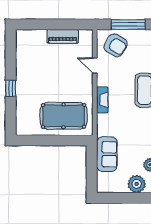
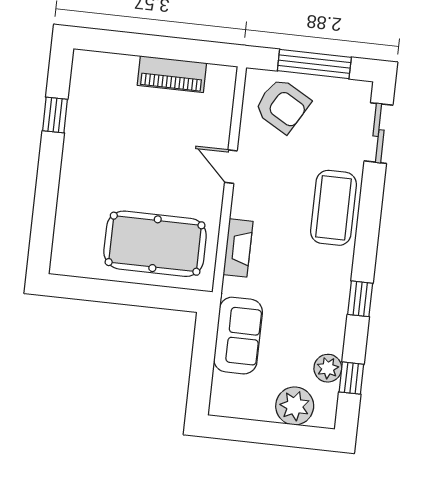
door: (95, 66) -> (231, 167), moved
window: (11, 88) -> (55, 115), moved
fireplace: (102, 100) -> (238, 248), moved

